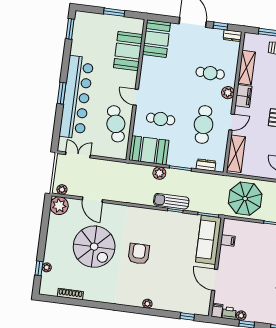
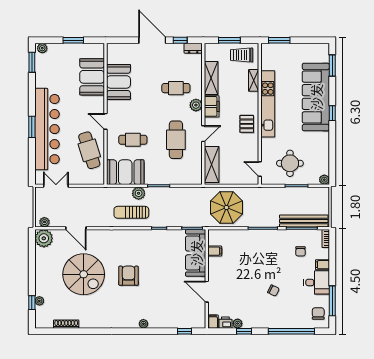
plant: (82, 16) -> (42, 48), added
booth: (156, 39) -> (118, 82), moved
dresser: (206, 165) -> (184, 179), removed
sun lounger: (171, 201) -> (131, 212), moved

